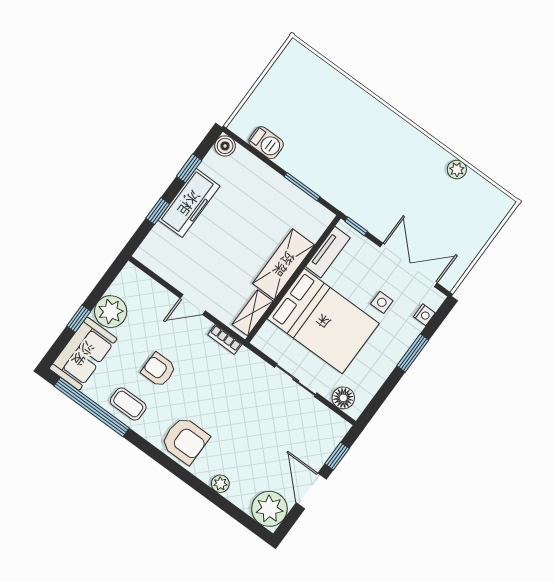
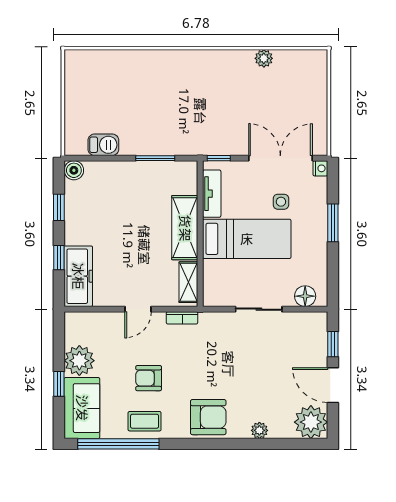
freezer: (189, 203) -> (78, 276), moved
nightstand: (424, 315) -> (320, 168), moved
bed: (323, 321) -> (247, 239), width x0.67

